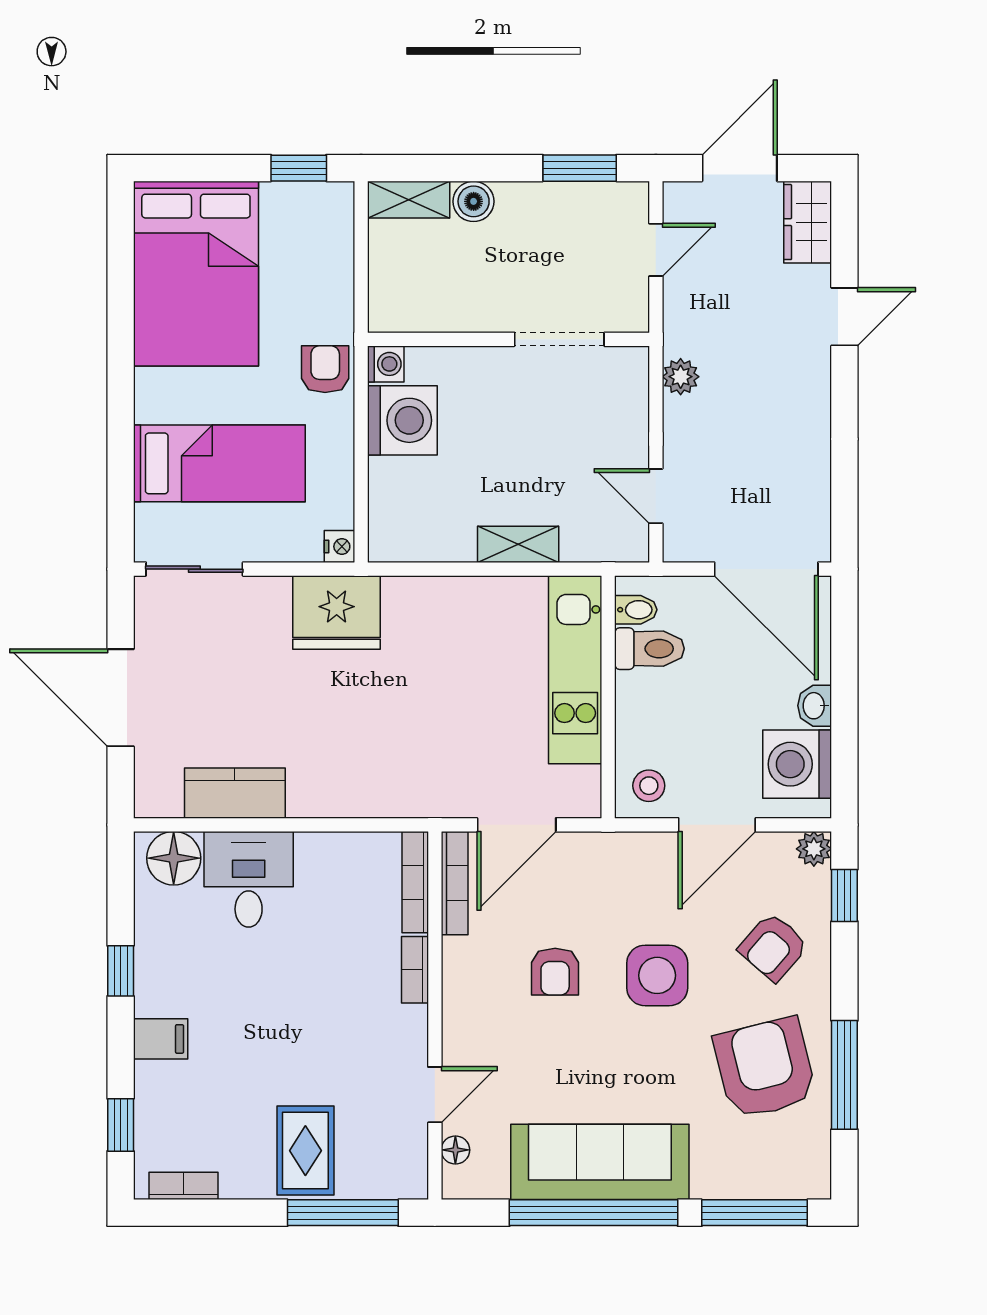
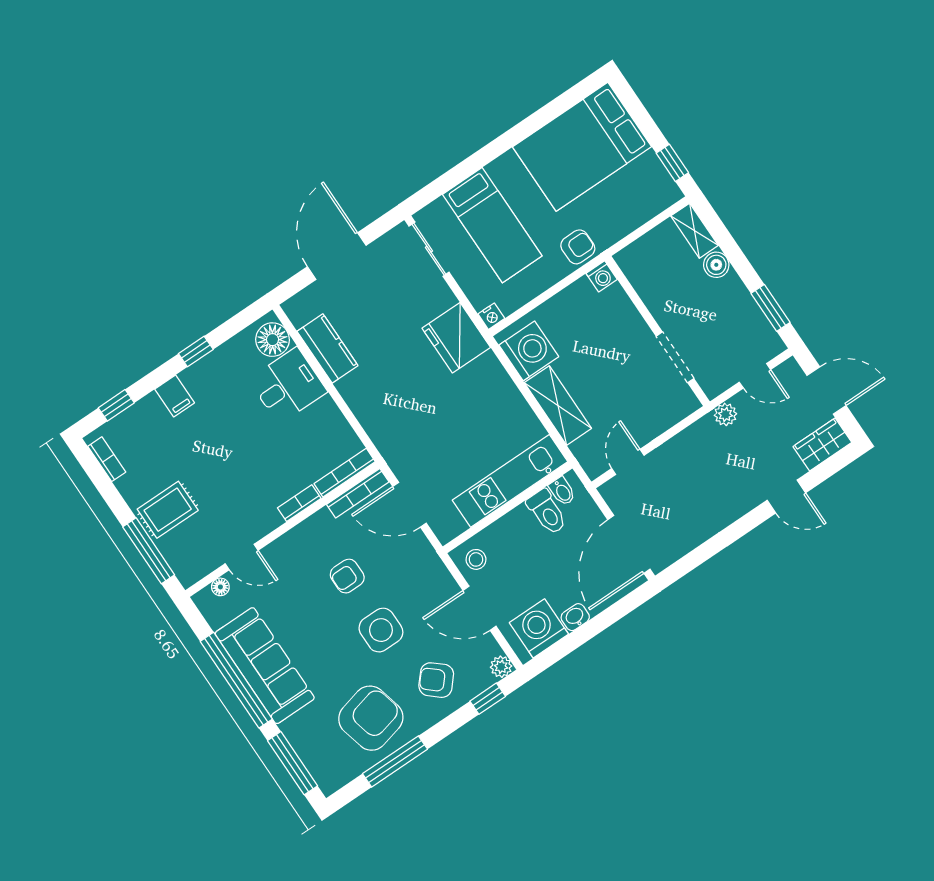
plant: (681, 377) -> (725, 414), moved
washing machine: (402, 420) -> (529, 351), moved, turned -90
shelving: (518, 544) -> (558, 406), width x1.50, depth x1.33

